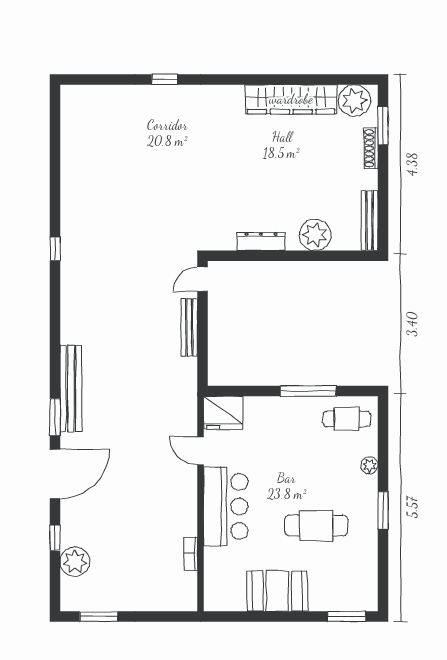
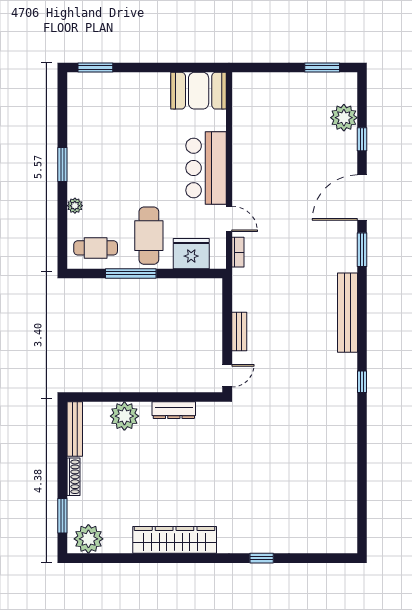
wardrobe: (291, 99) -> (175, 540), moved
shoe rack: (371, 148) -> (73, 477), moved
window: (55, 249) -> (362, 382), moved
bench: (189, 327) -> (239, 332), width x0.73
bench: (71, 389) -> (347, 313), moved
fridge: (223, 413) -> (191, 254), moved
cafe table: (316, 526) -> (149, 236), moved, turned 90
bookcase: (191, 554) -> (238, 252), moved
booth: (277, 591) -> (199, 91), moved

